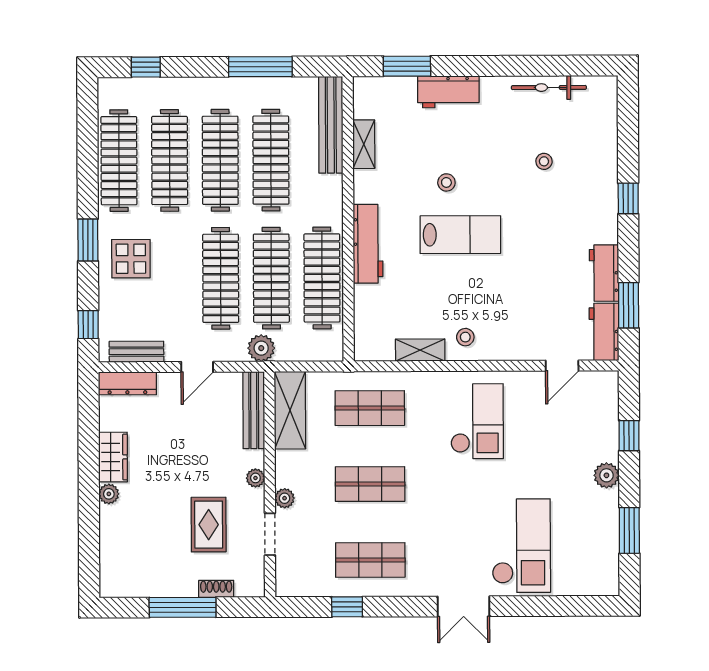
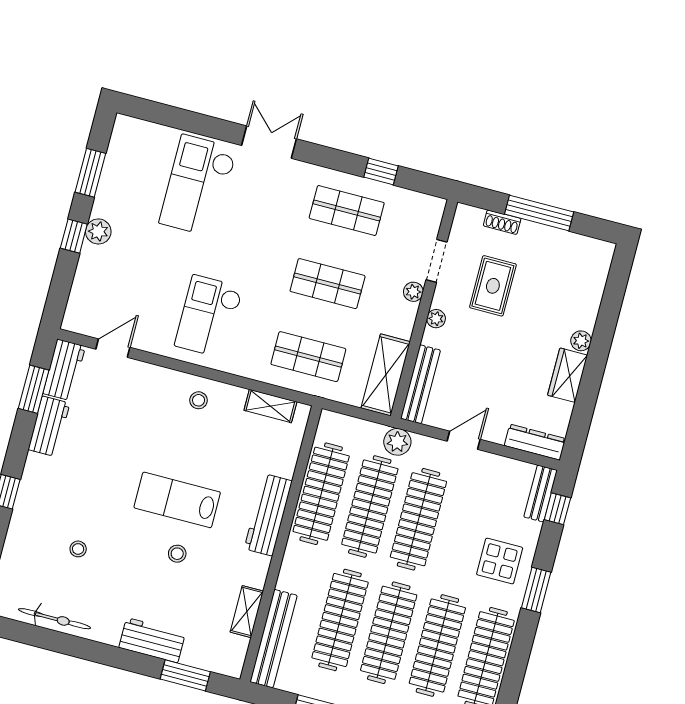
shelving: (420, 350) -> (270, 406), moved
bench: (136, 352) -> (541, 494), moved, turned 90
window: (629, 436) -> (74, 236), moved

